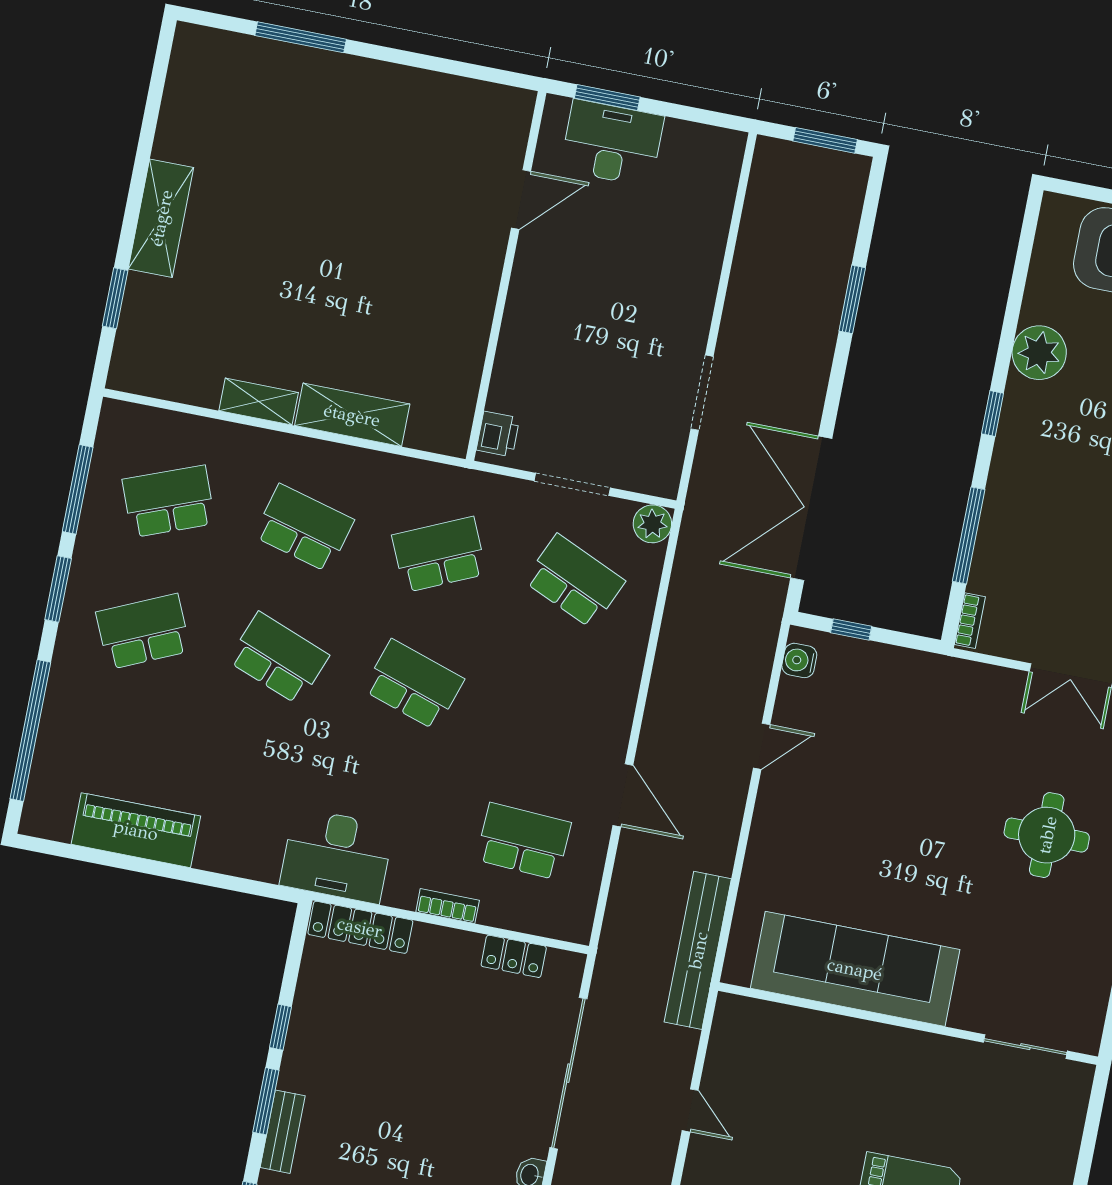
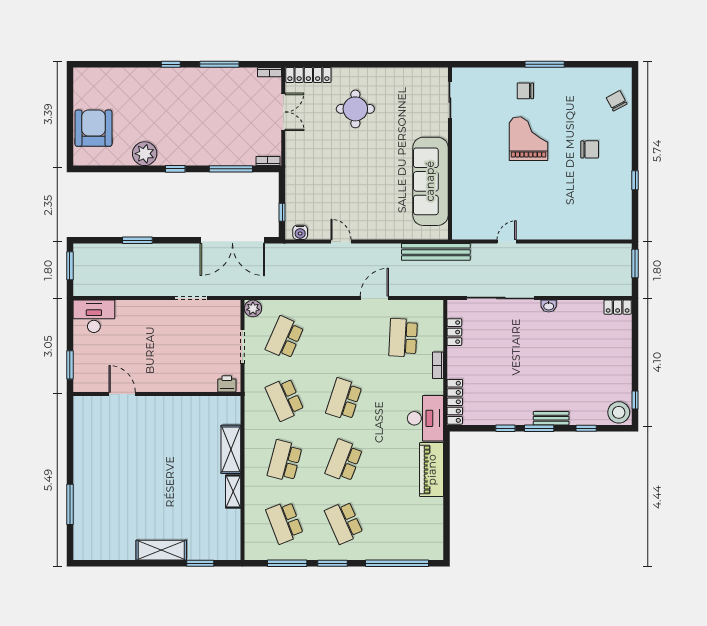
desk: (612, 143) -> (94, 316), moved, turned 90
piano: (136, 830) -> (432, 470), moved

